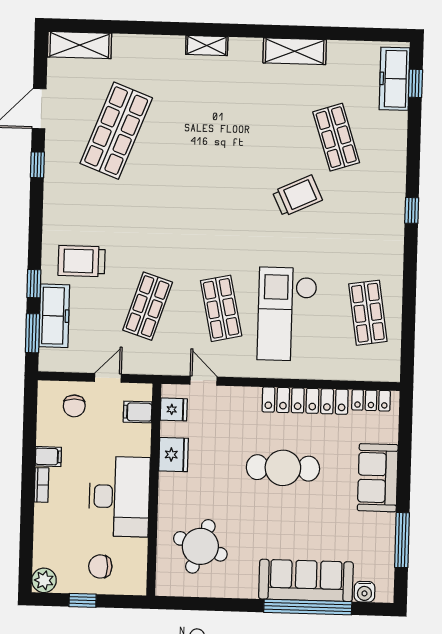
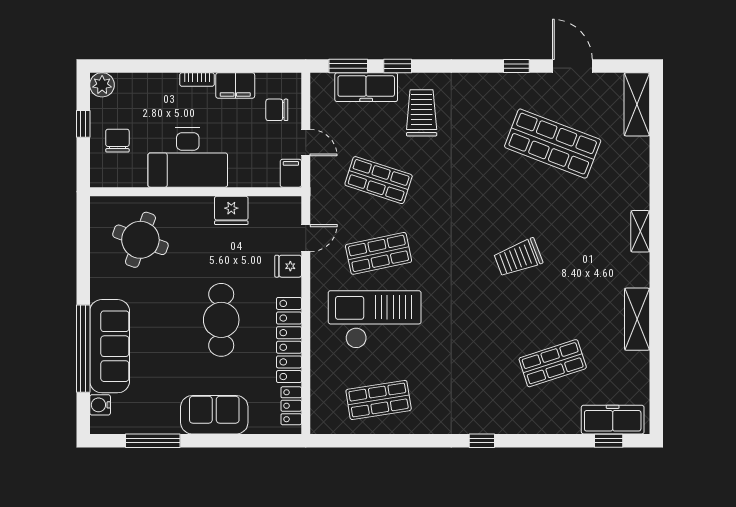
trolley: (297, 196) -> (518, 258), moved, turned 94
fridge: (174, 409) -> (288, 266), moved, turned 90
filing cabinet: (138, 412) -> (291, 173), moved
filing cabinet: (48, 457) -> (235, 86), width x2.00

